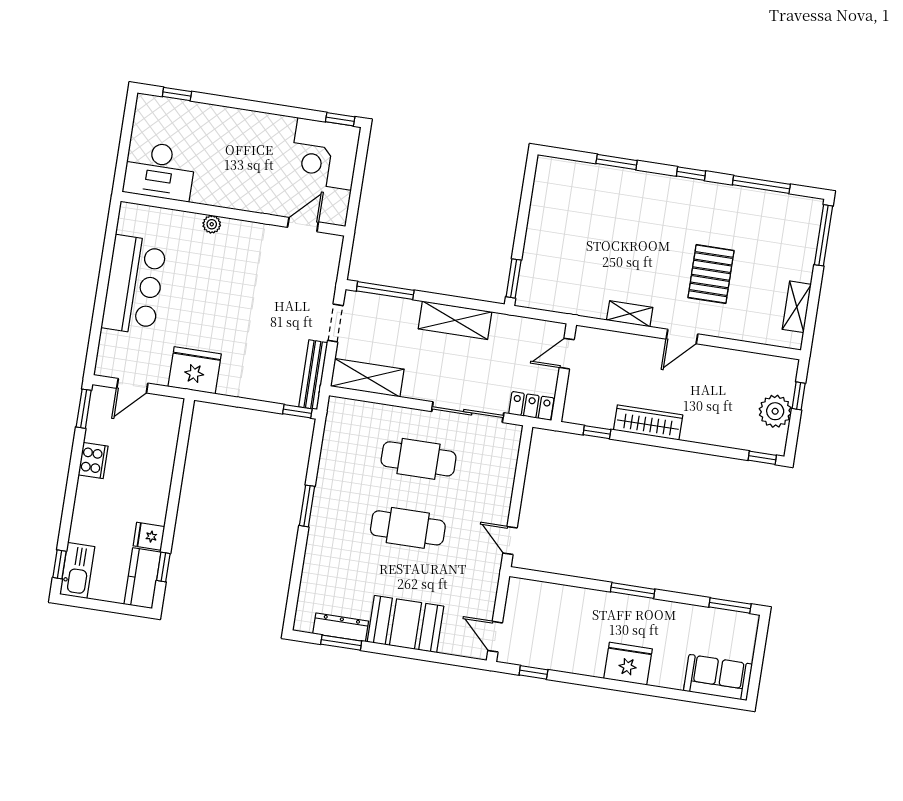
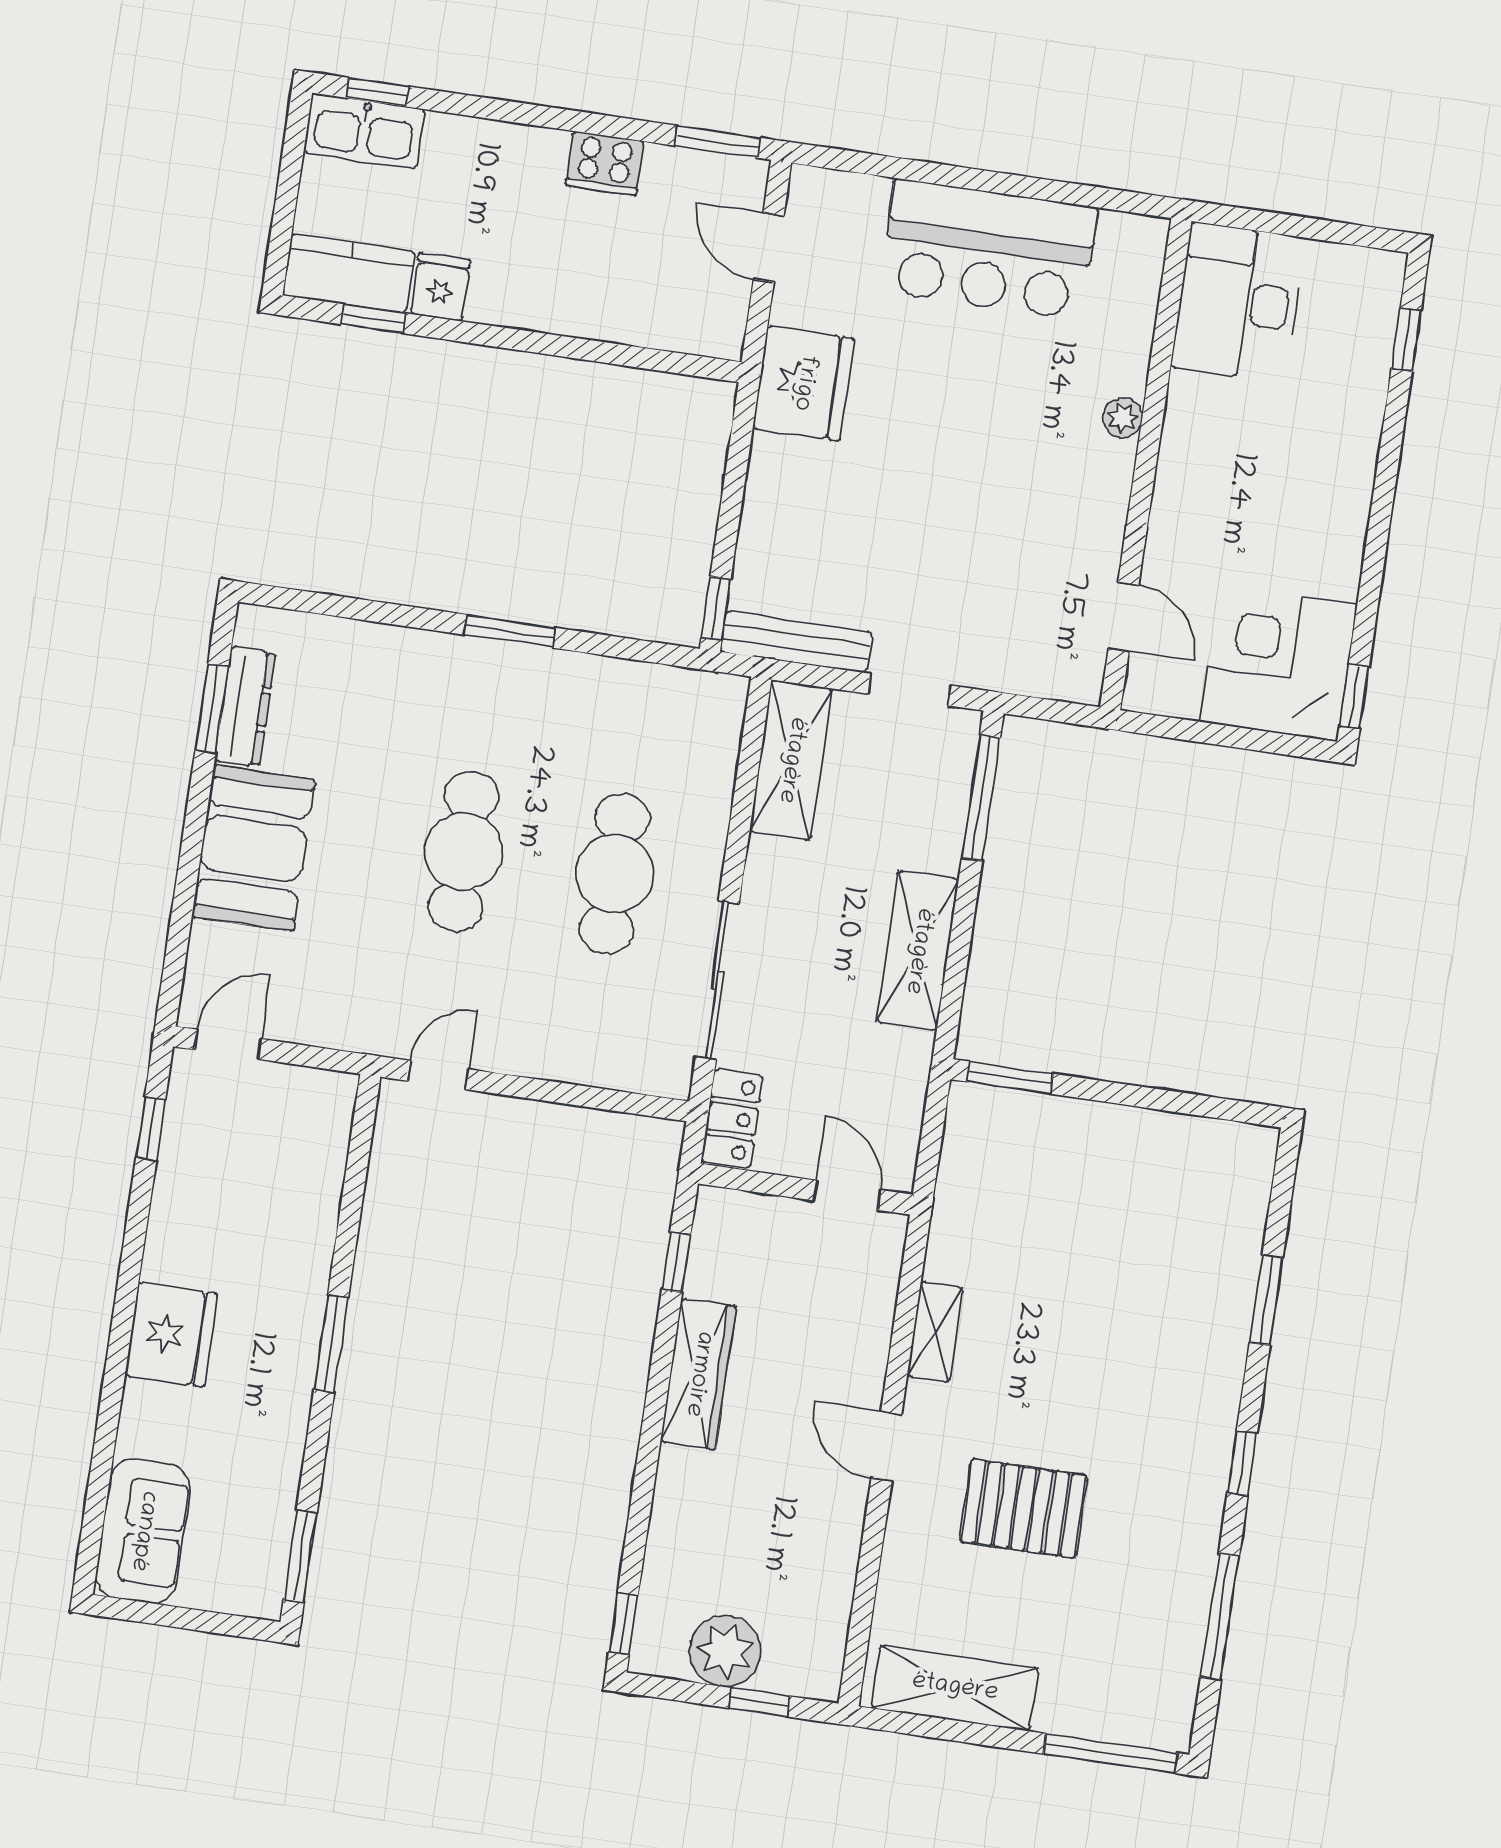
shelving: (797, 307) -> (955, 1688), width x1.50, depth x1.33

